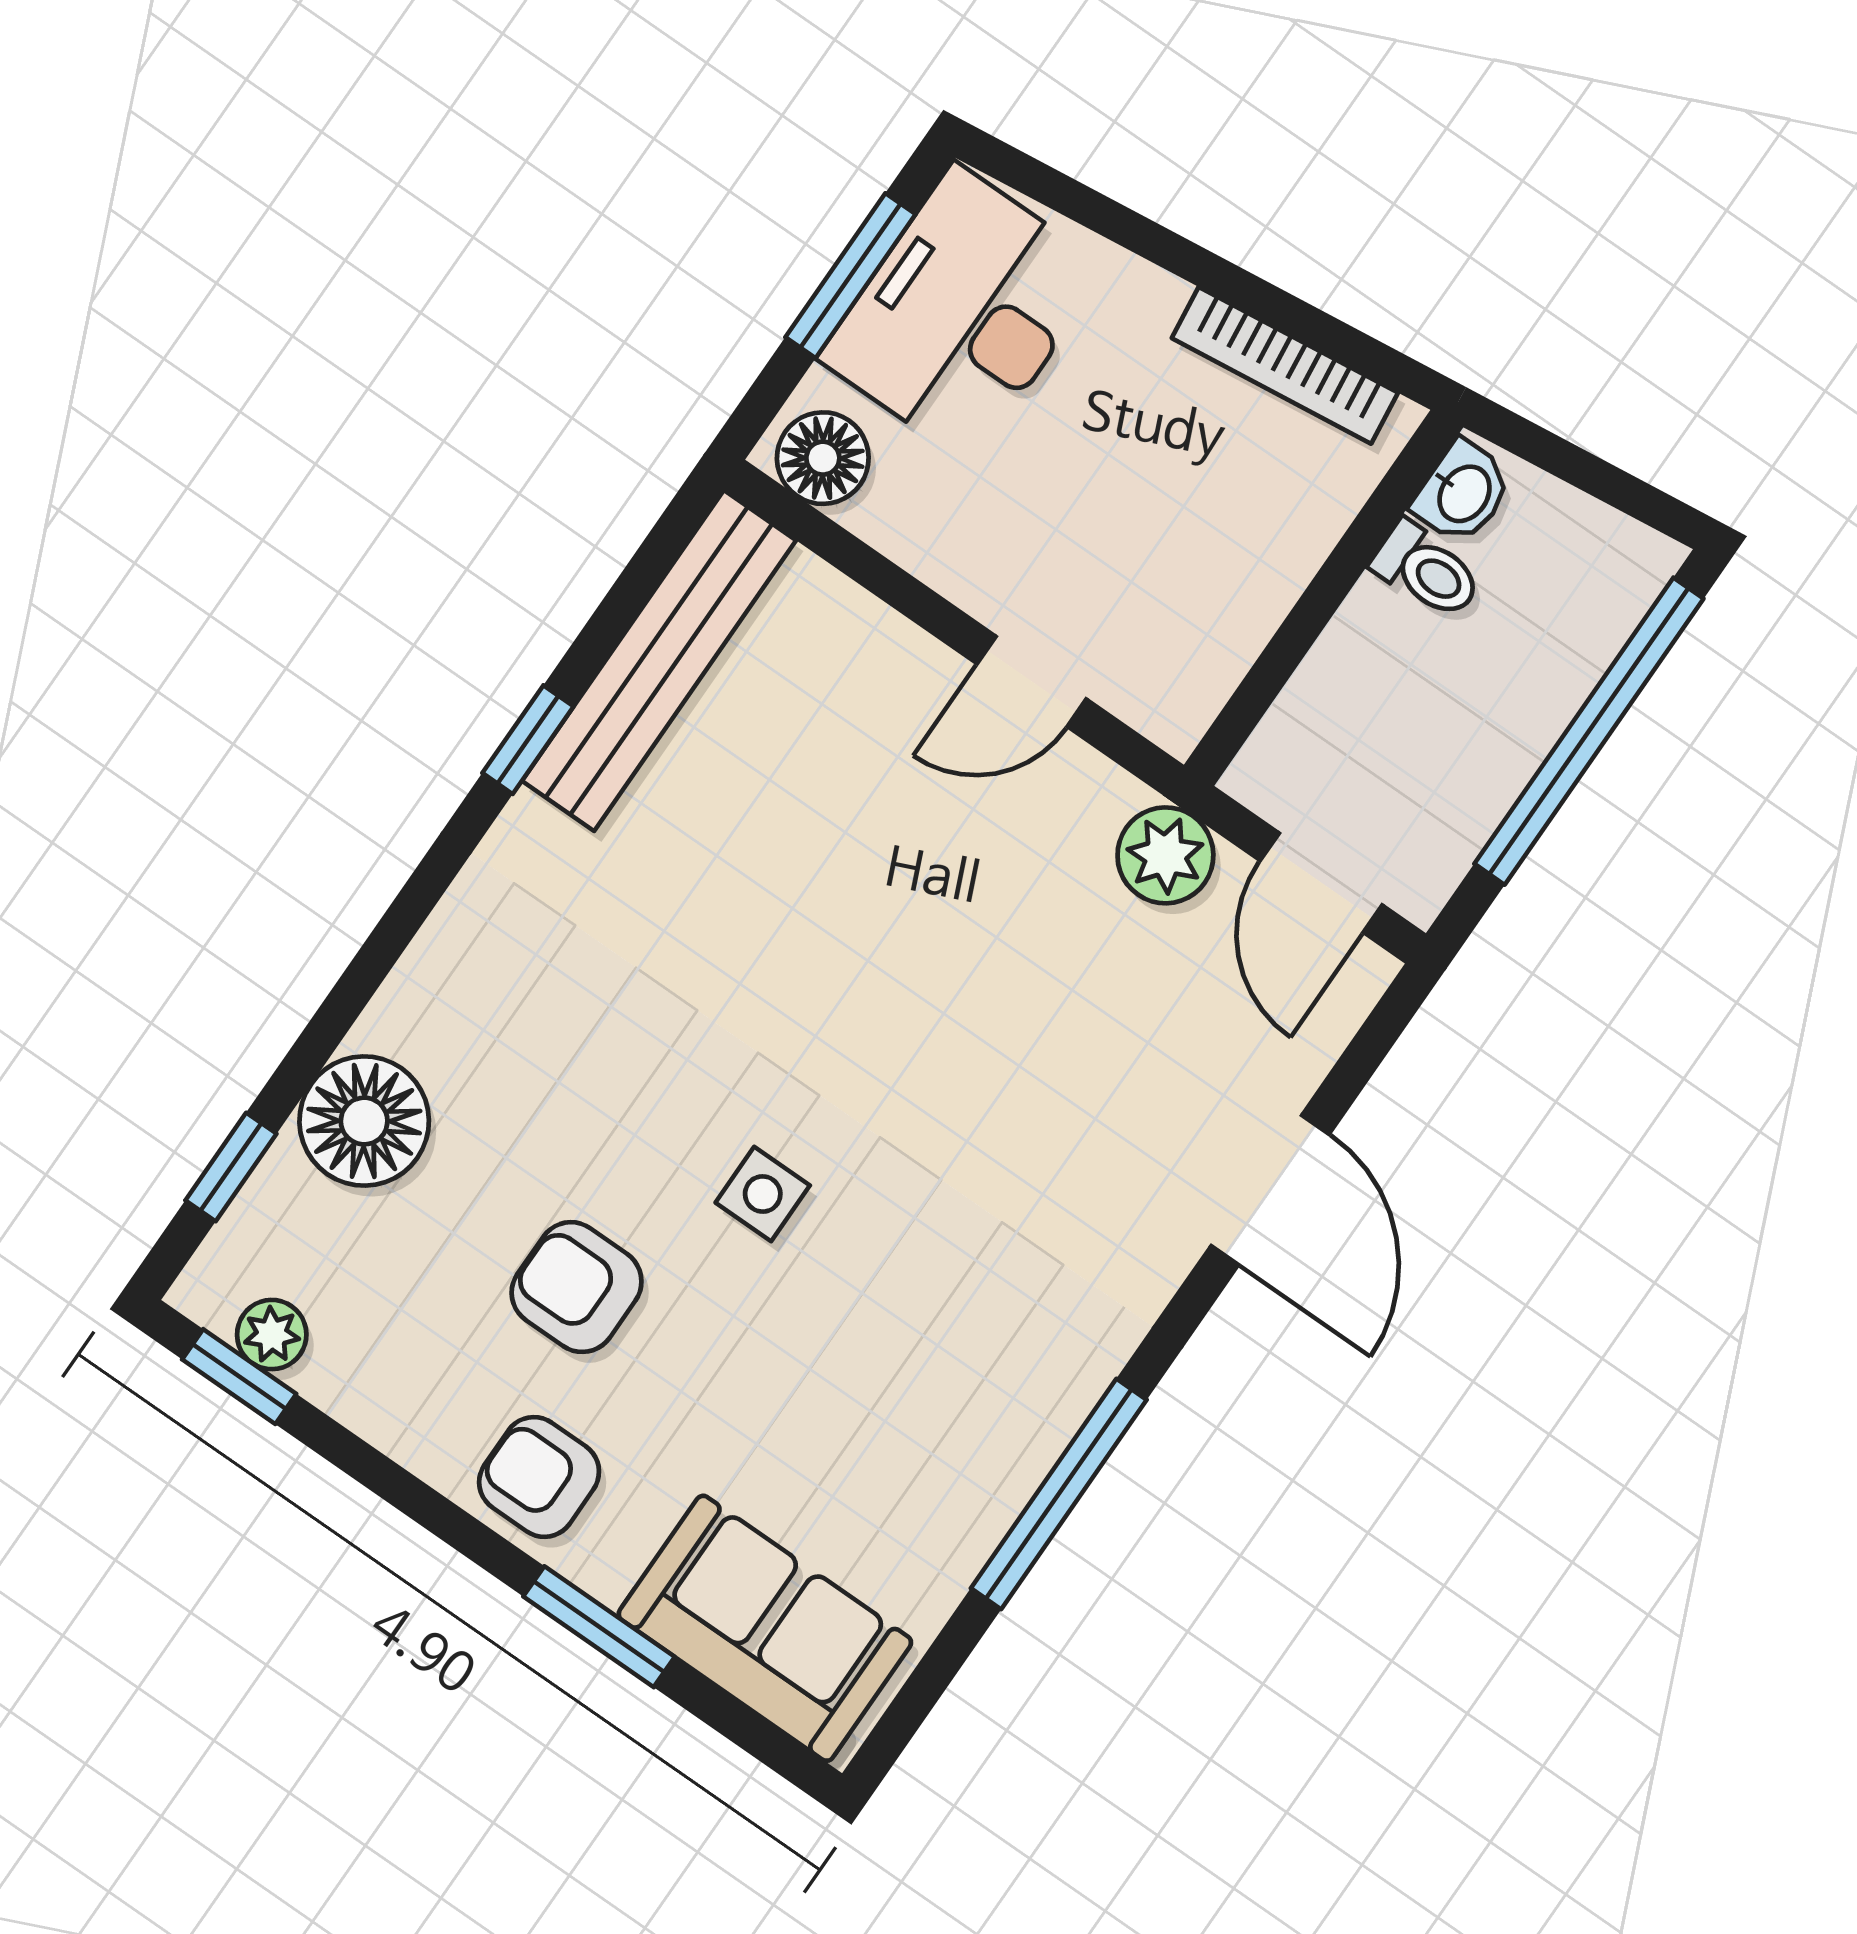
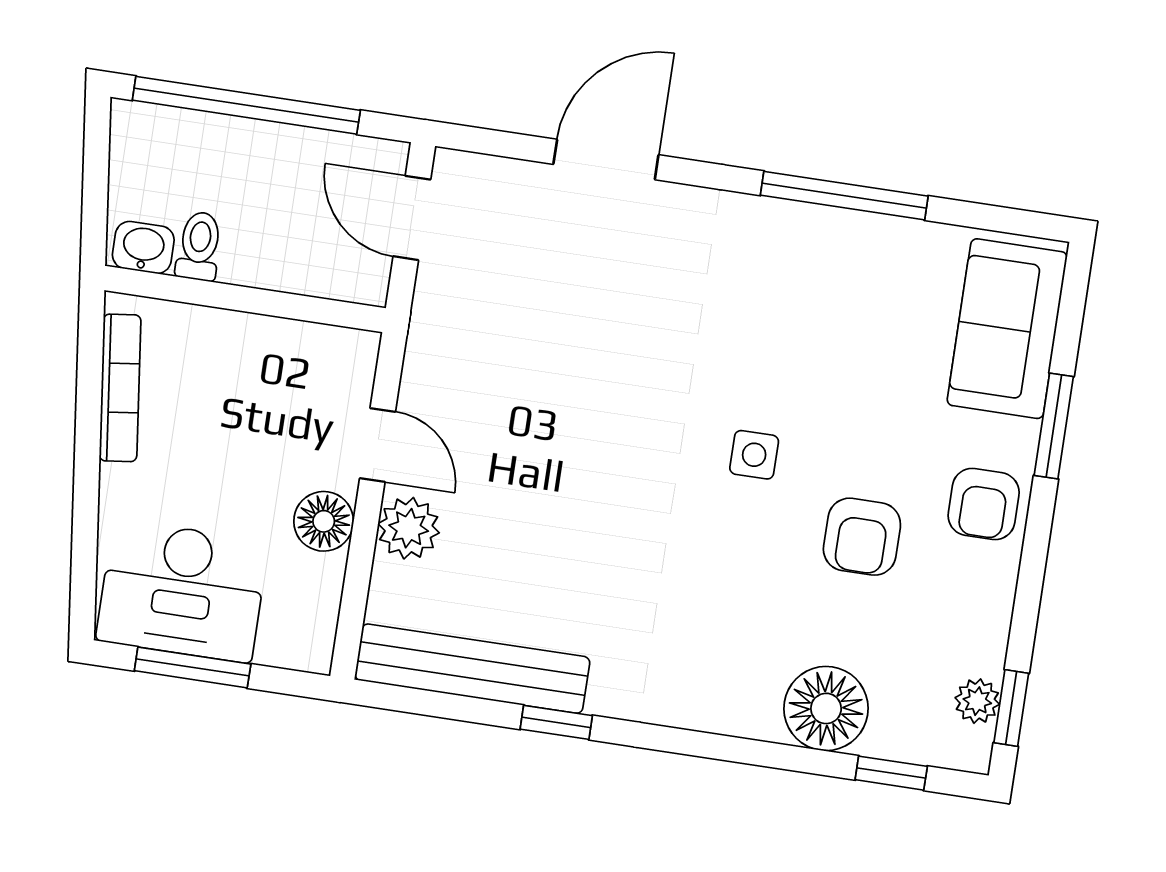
floor lamp: (823, 458) -> (324, 521), moved
plant: (1165, 855) -> (409, 528), moved
door: (1321, 883) -> (412, 218), swing flipped

